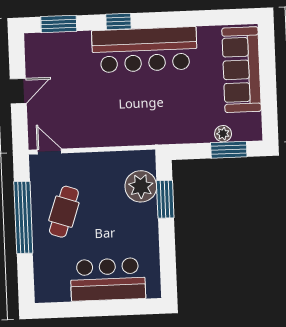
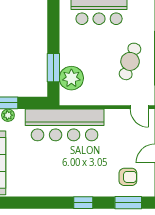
bar counter: (145, 50) -> (65, 125), moved, turned 180
armchair: (61, 58) -> (128, 177), added

